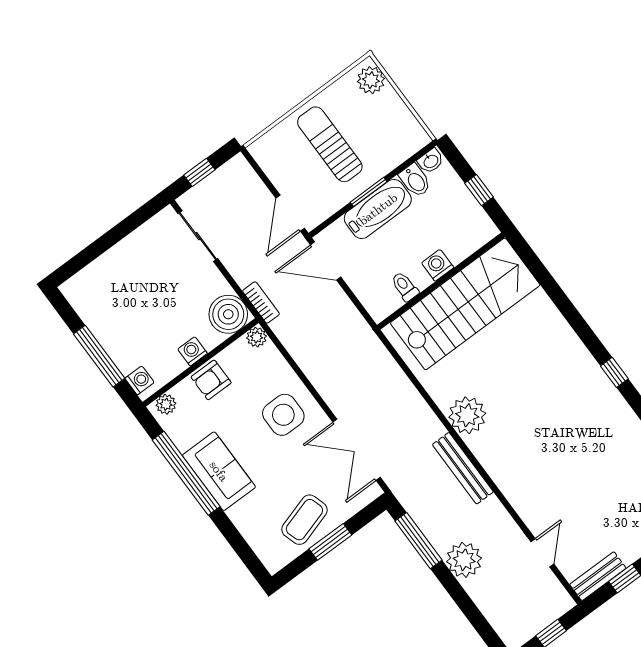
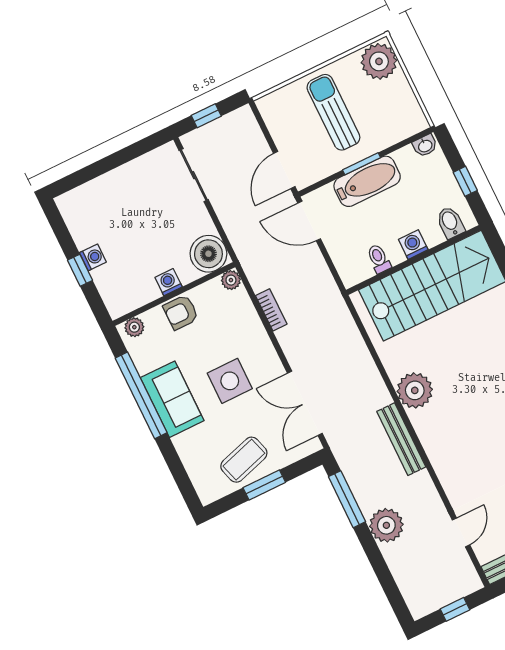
plant: (371, 80) -> (379, 61), width x1.36, depth x1.36
bidet: (415, 180) -> (450, 223), moved, turned 180
bookcase: (261, 302) -> (271, 310), moved
window: (99, 356) -> (80, 270), width x0.46
washing machine: (140, 380) -> (93, 257), moved
side table: (283, 415) -> (230, 381), moved

